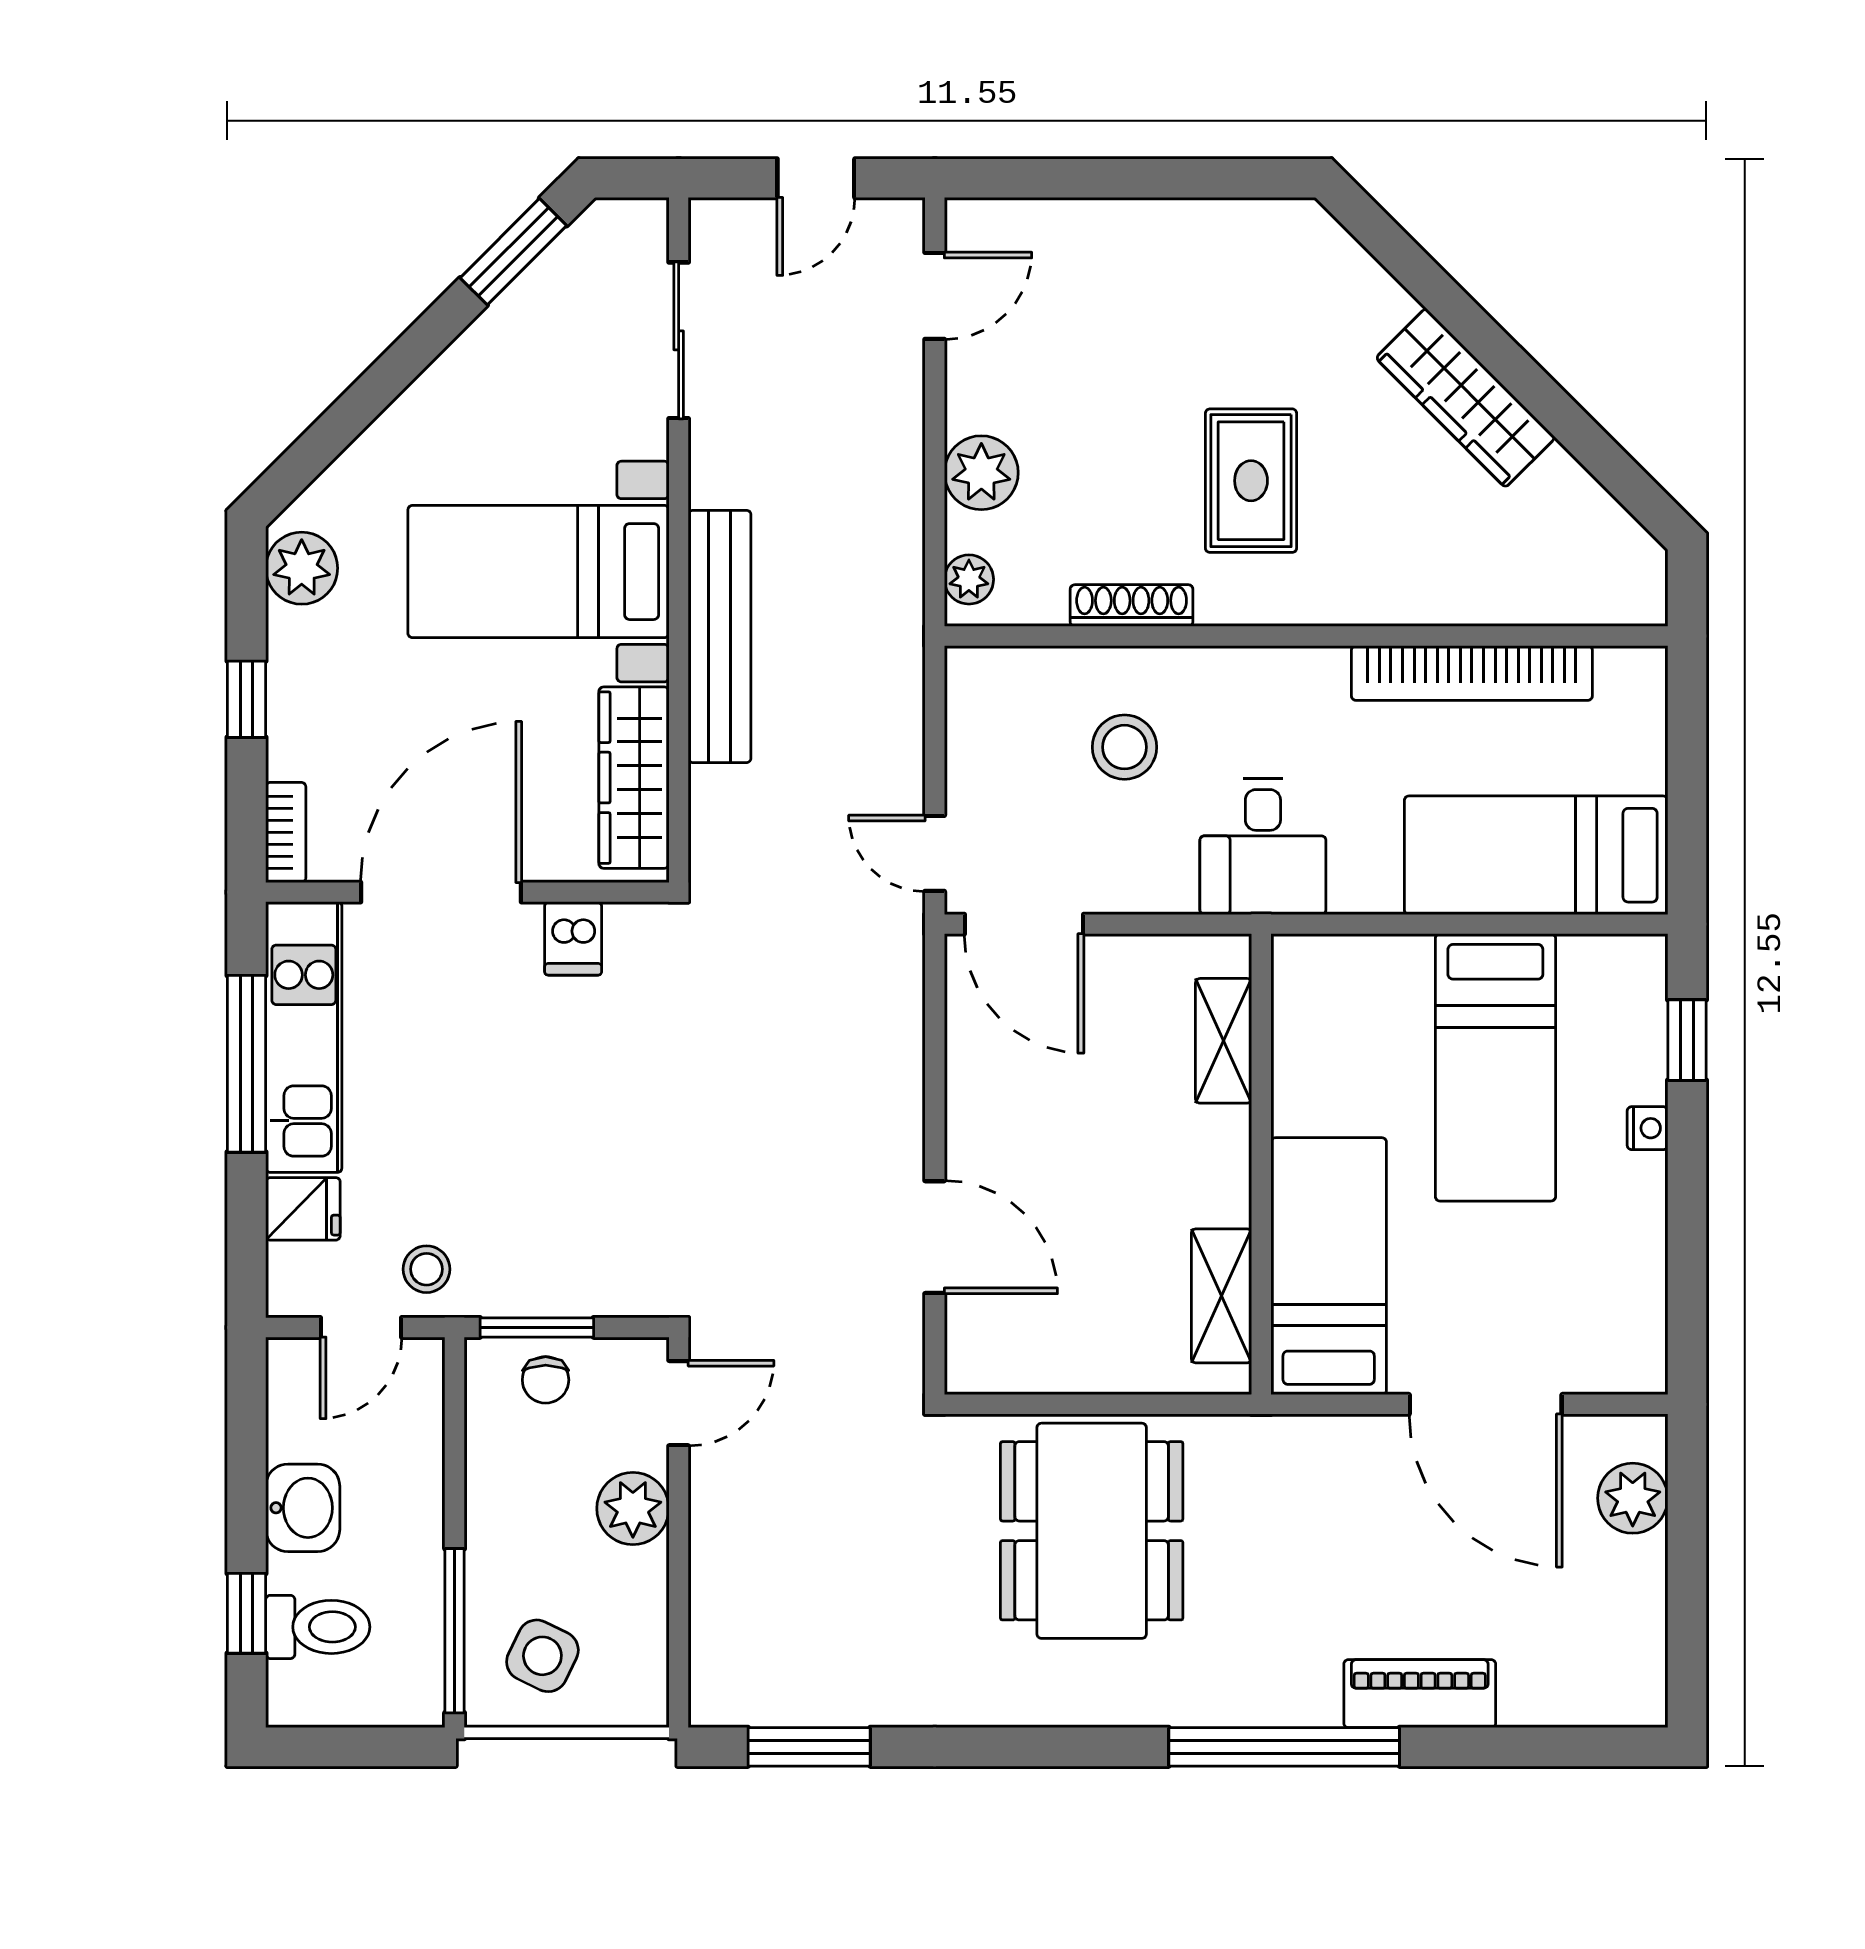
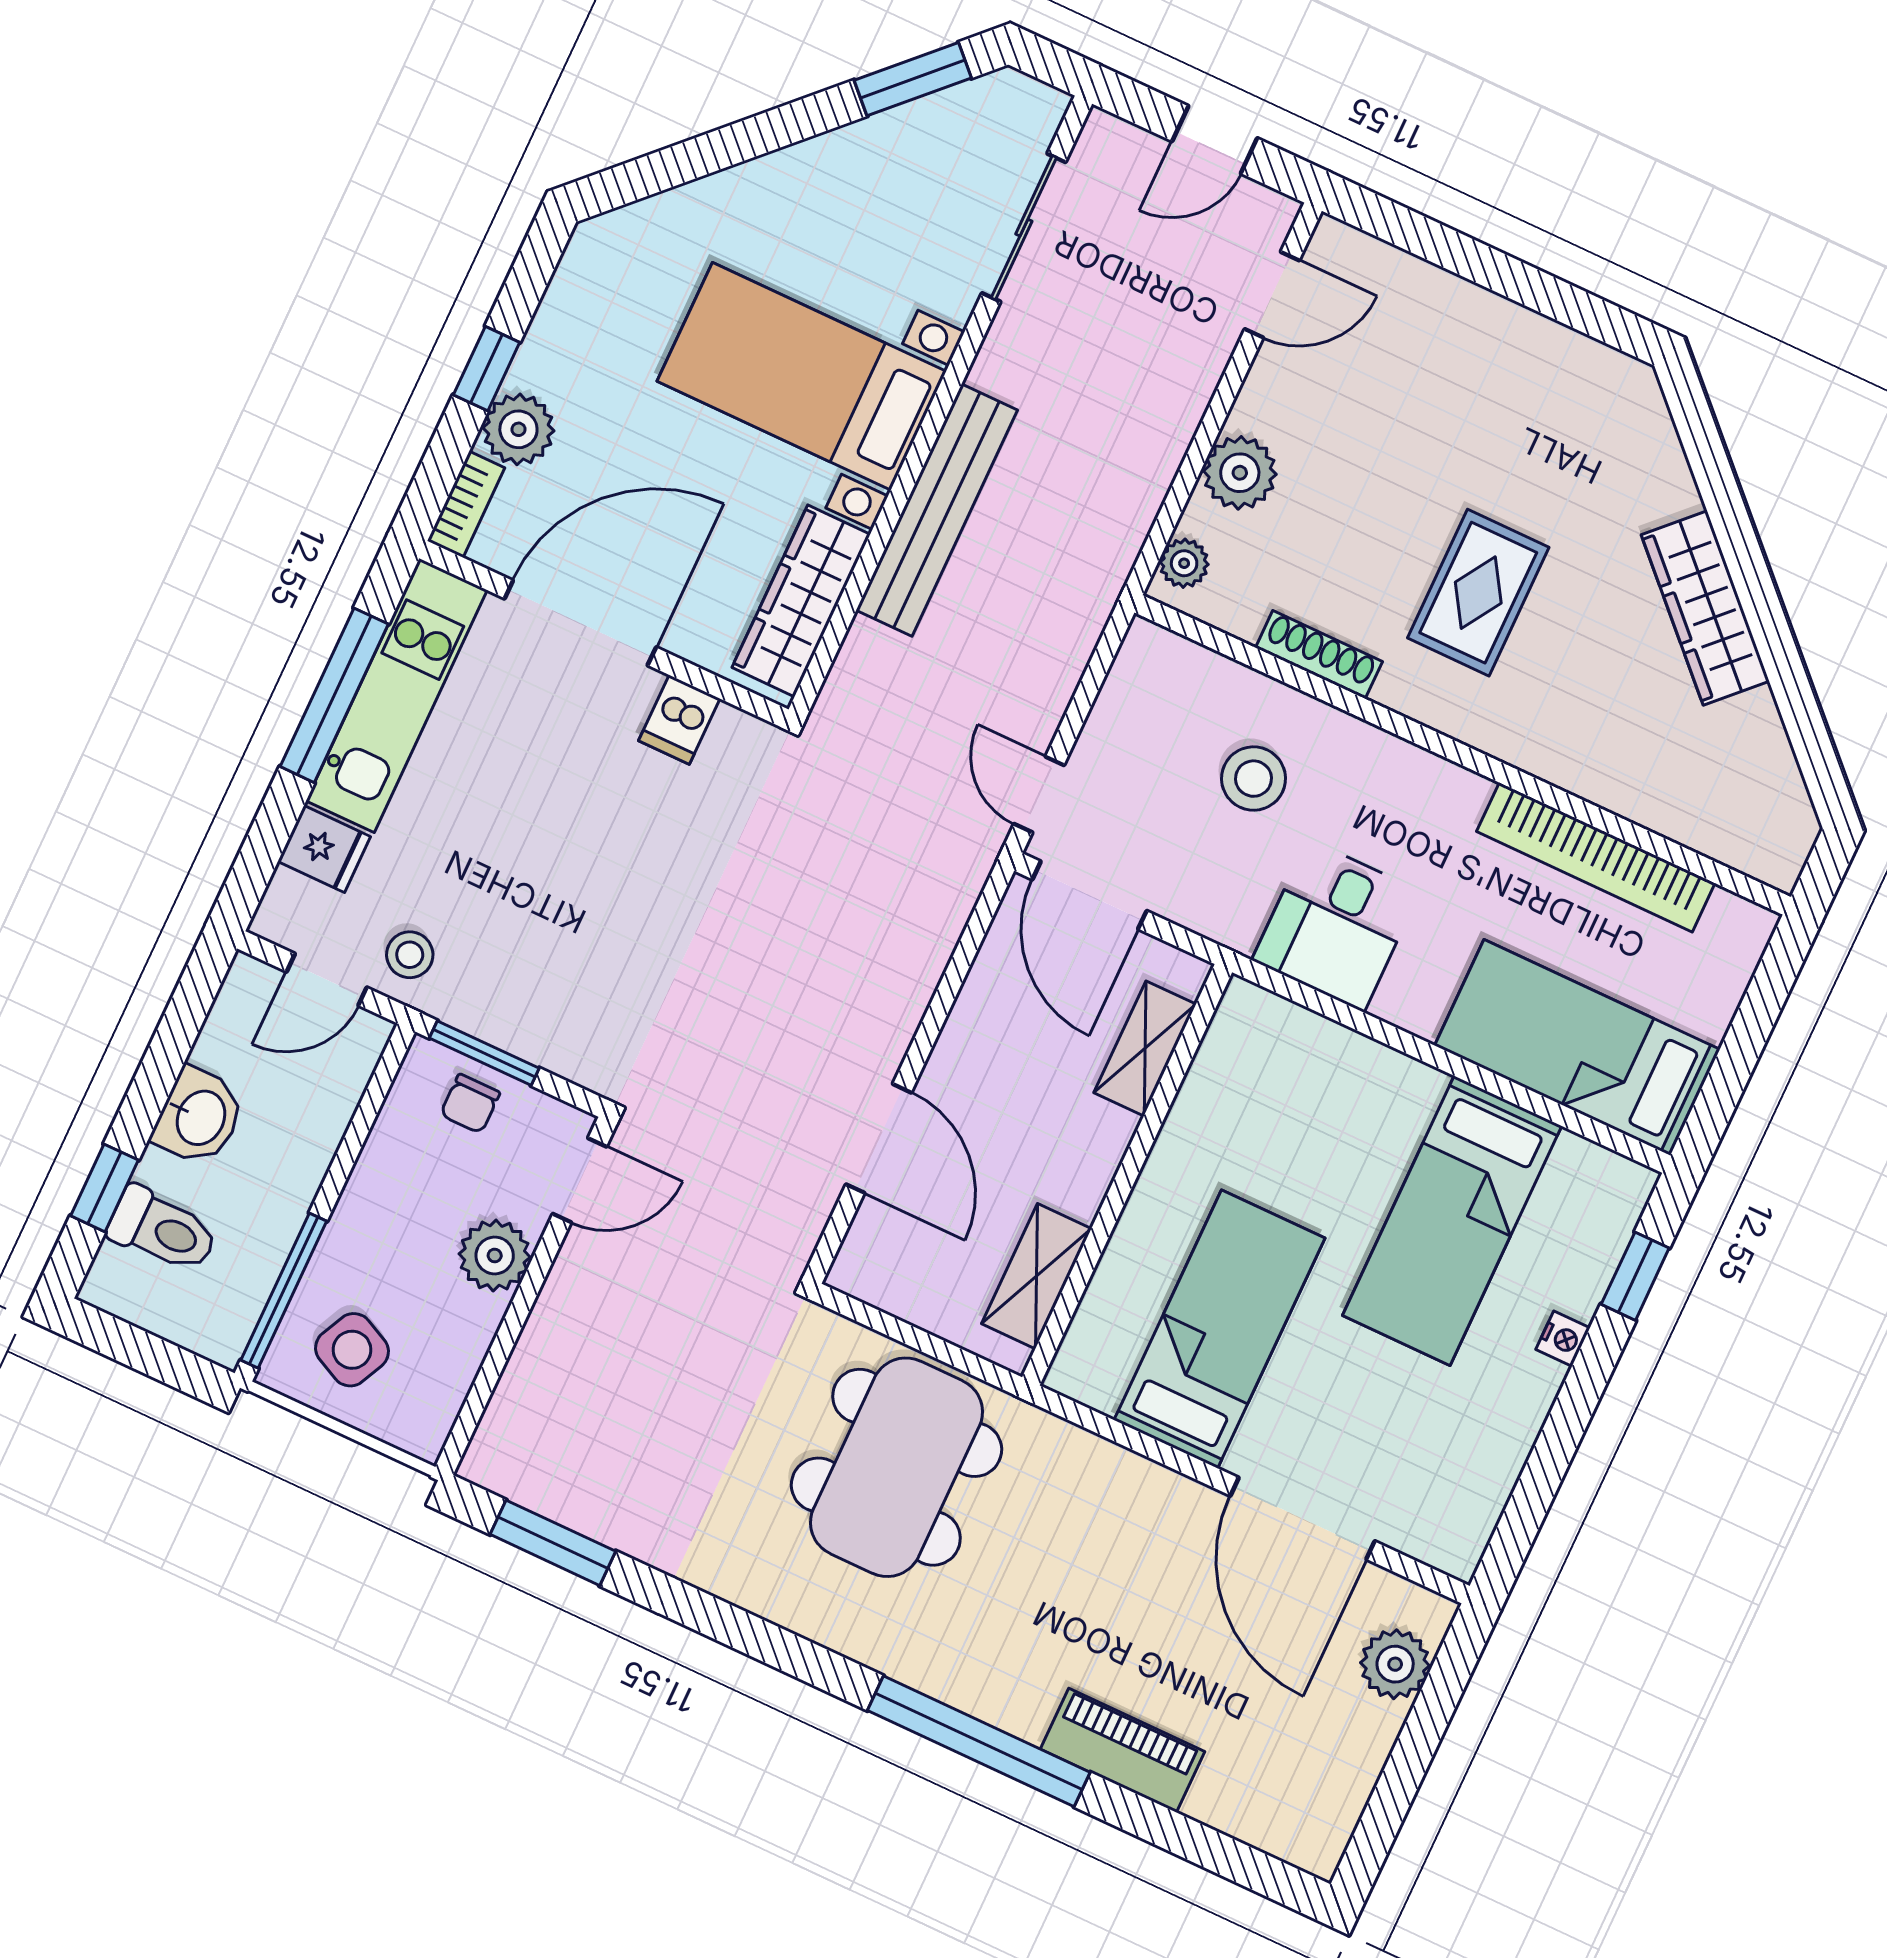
plant: (302, 568) -> (518, 429), moved
shelving: (1224, 1041) -> (1145, 1048), moved
wall: (1261, 1164) -> (1127, 1175), moved
shelving: (1221, 1296) -> (1036, 1276), moved

